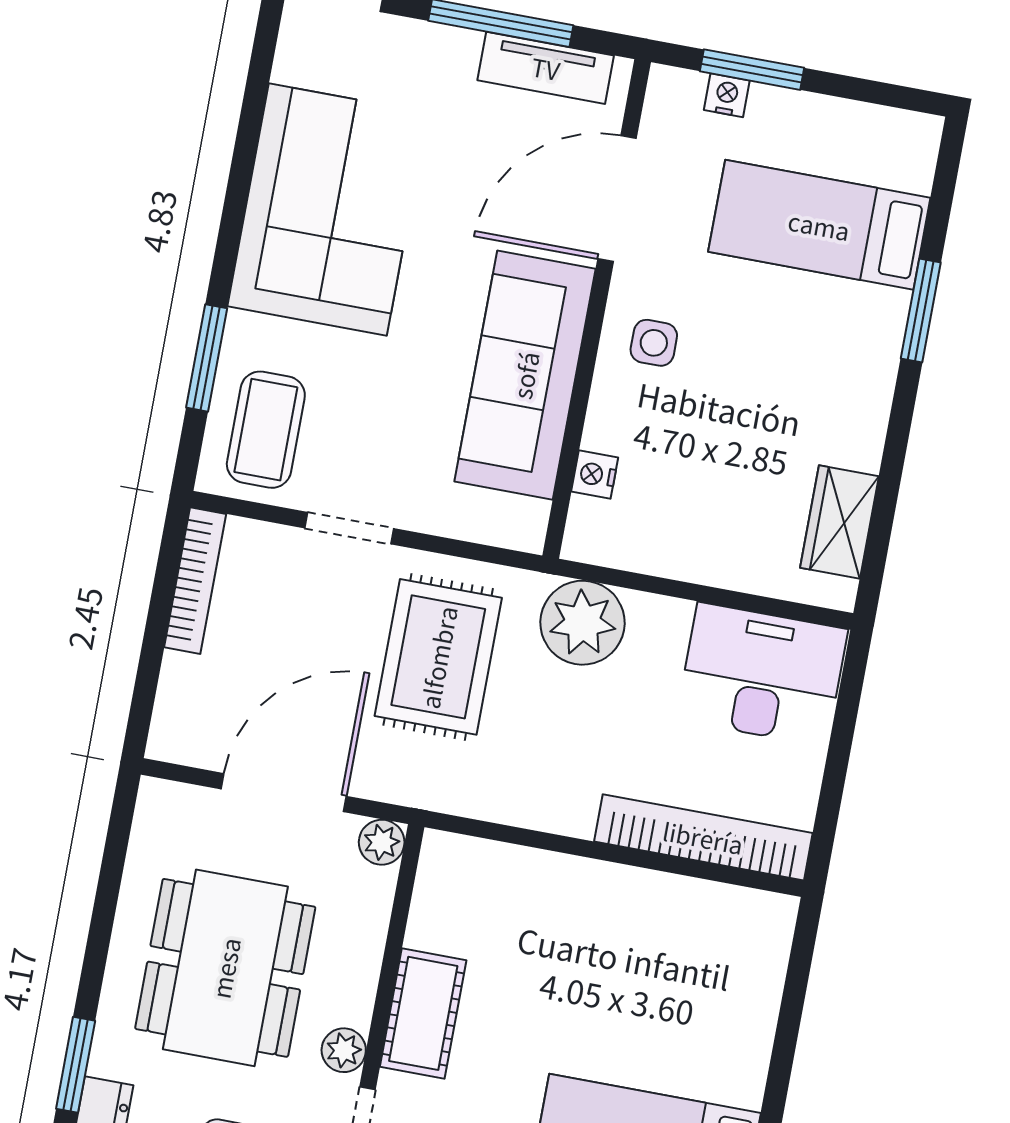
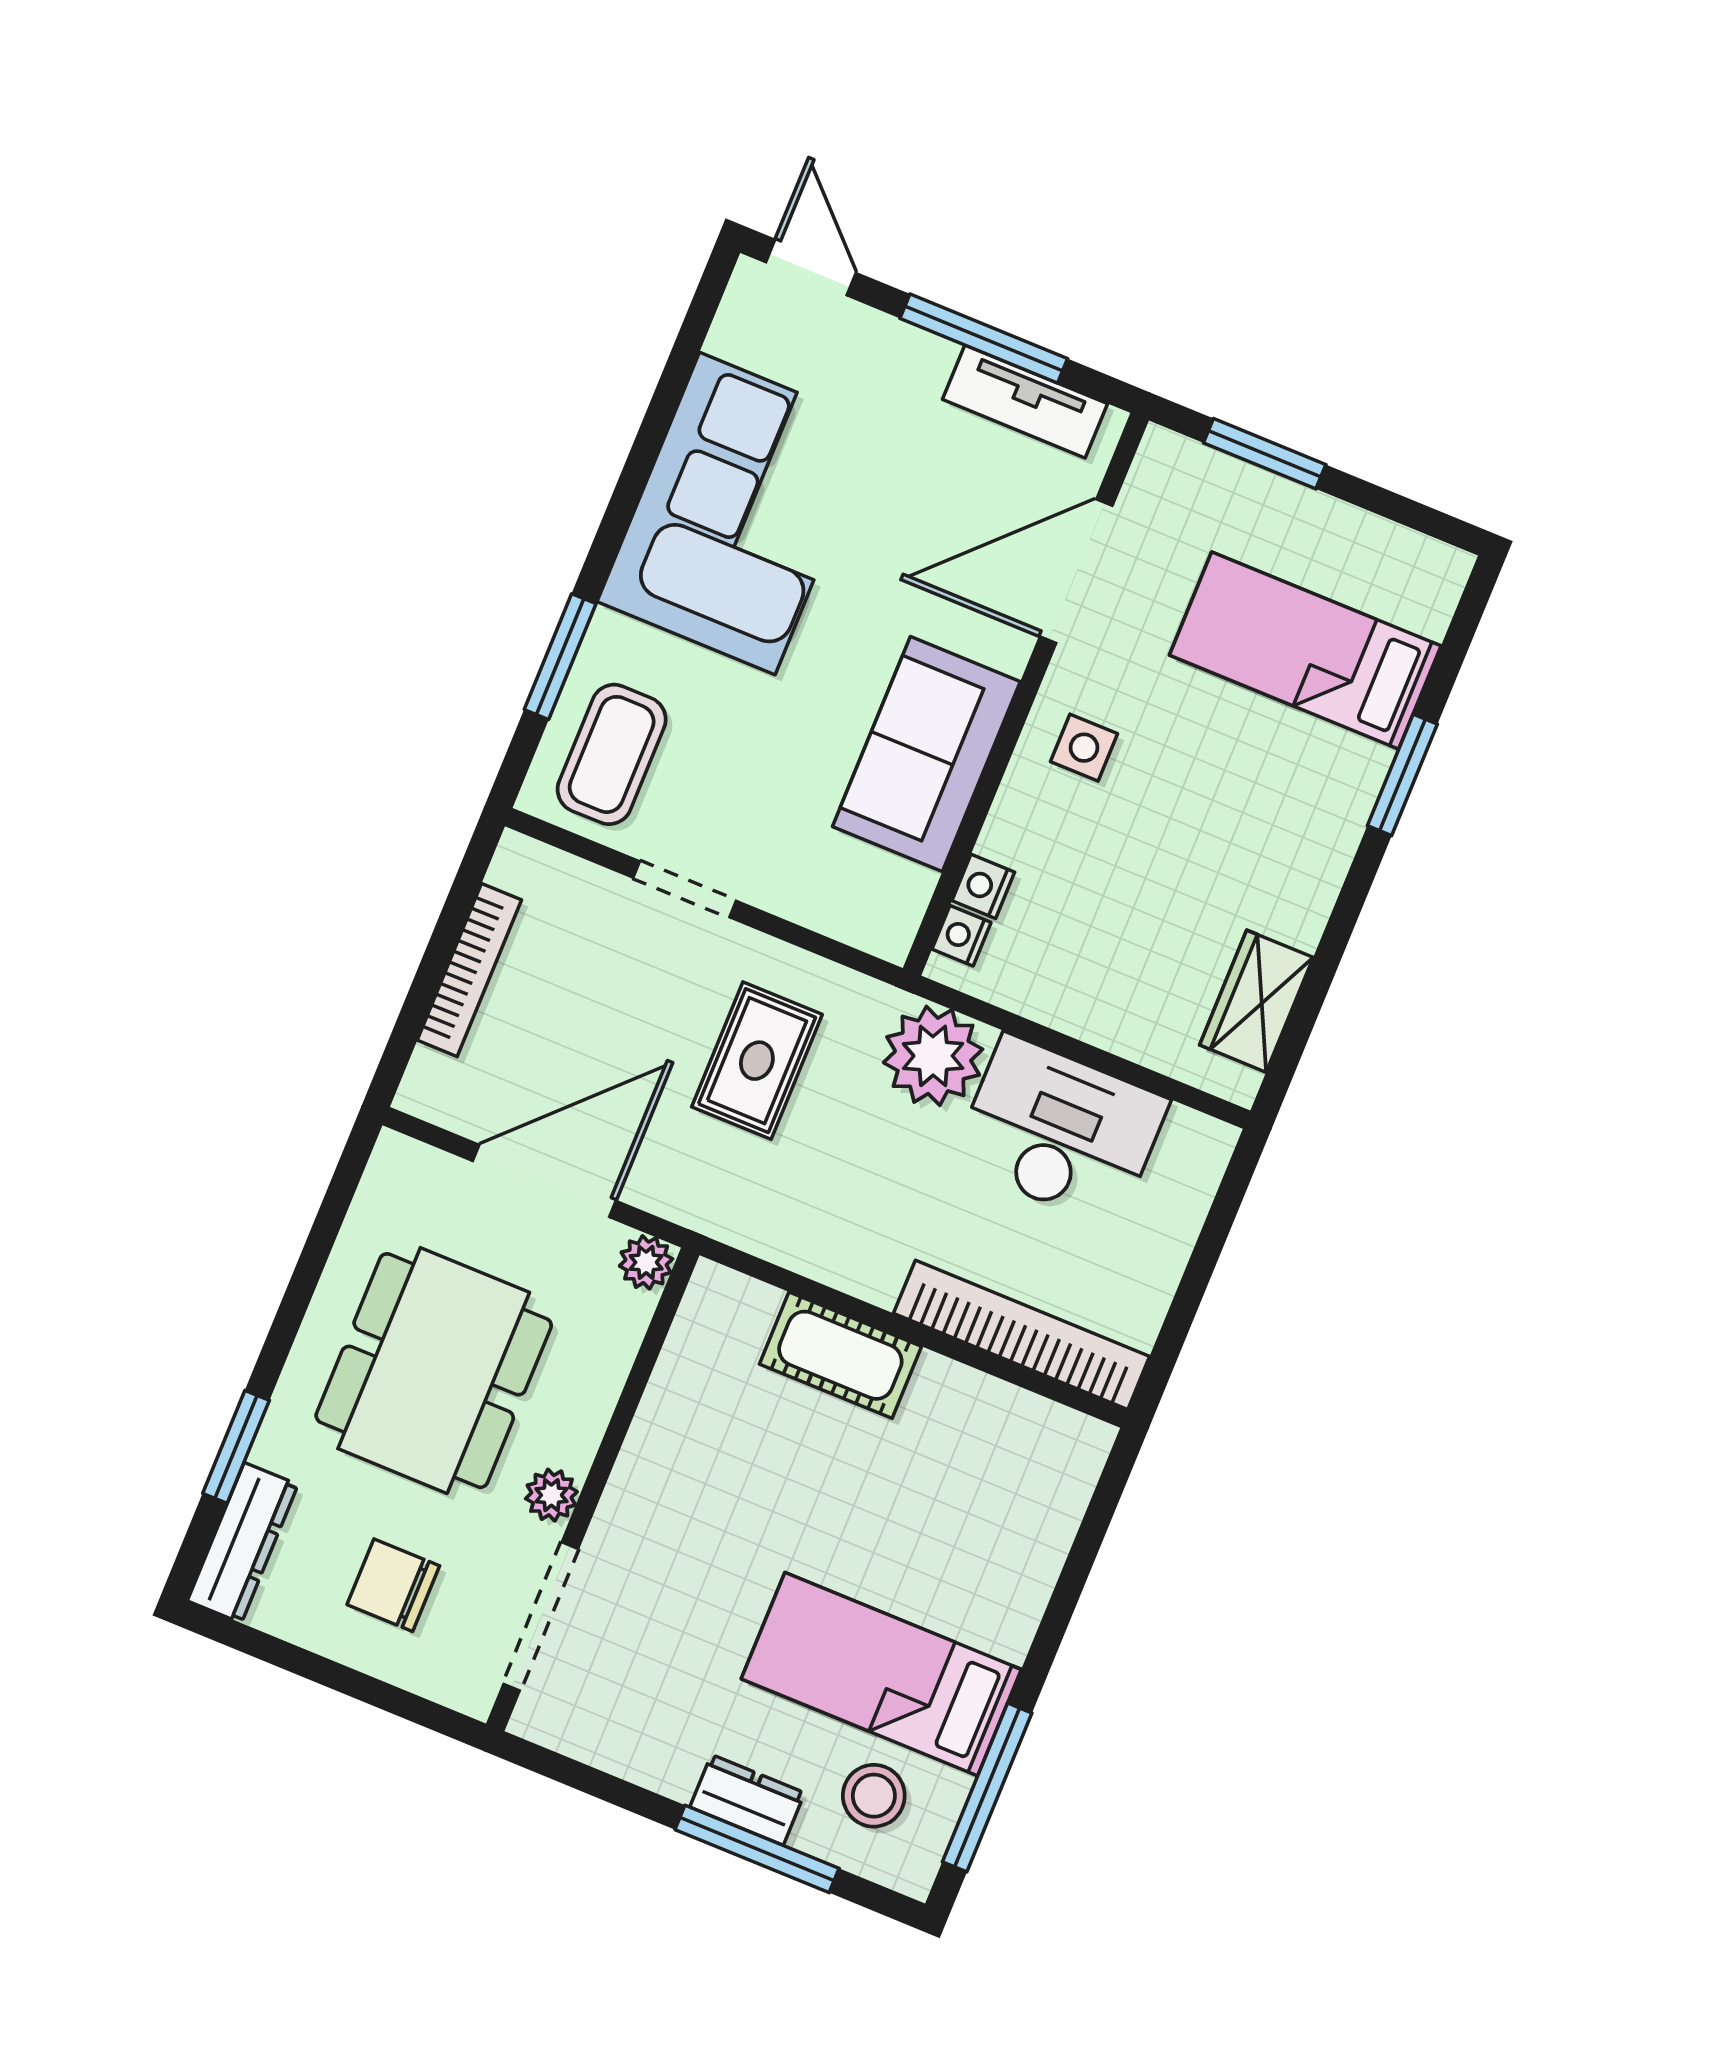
nightstand: (727, 95) -> (961, 936), moved, turned -90
sofa: (525, 375) -> (926, 754), width x0.73
bookcase: (195, 581) -> (469, 970), moved
rug: (438, 657) -> (757, 1061), width x0.73, depth x0.70
desk: (762, 674) -> (1060, 1131), moved
cot: (423, 1013) -> (840, 1355), moved, turned 90

